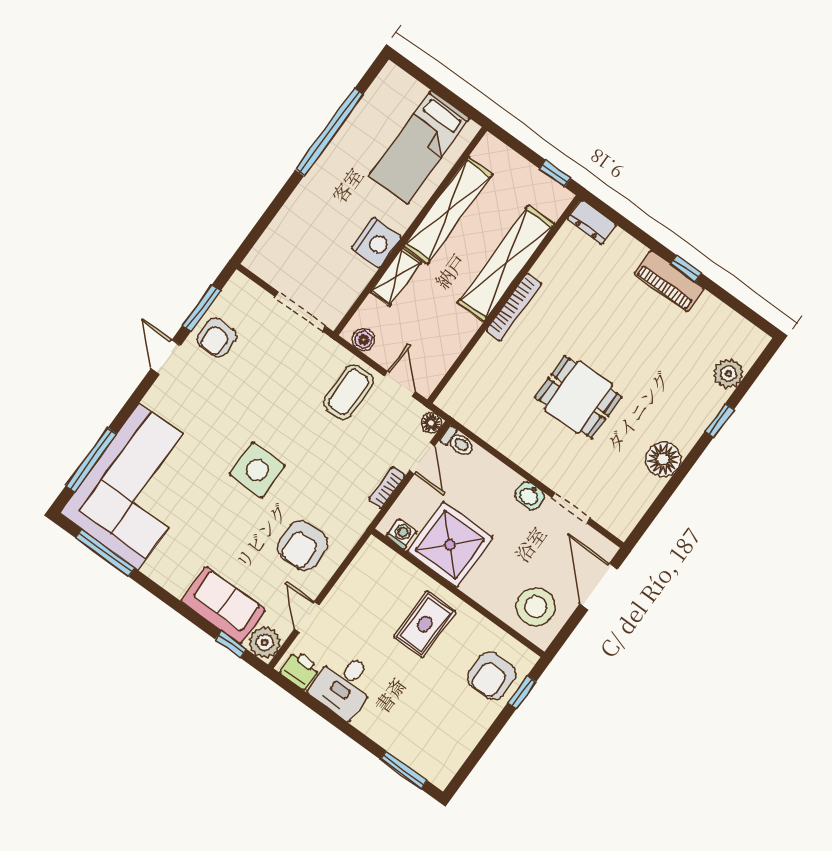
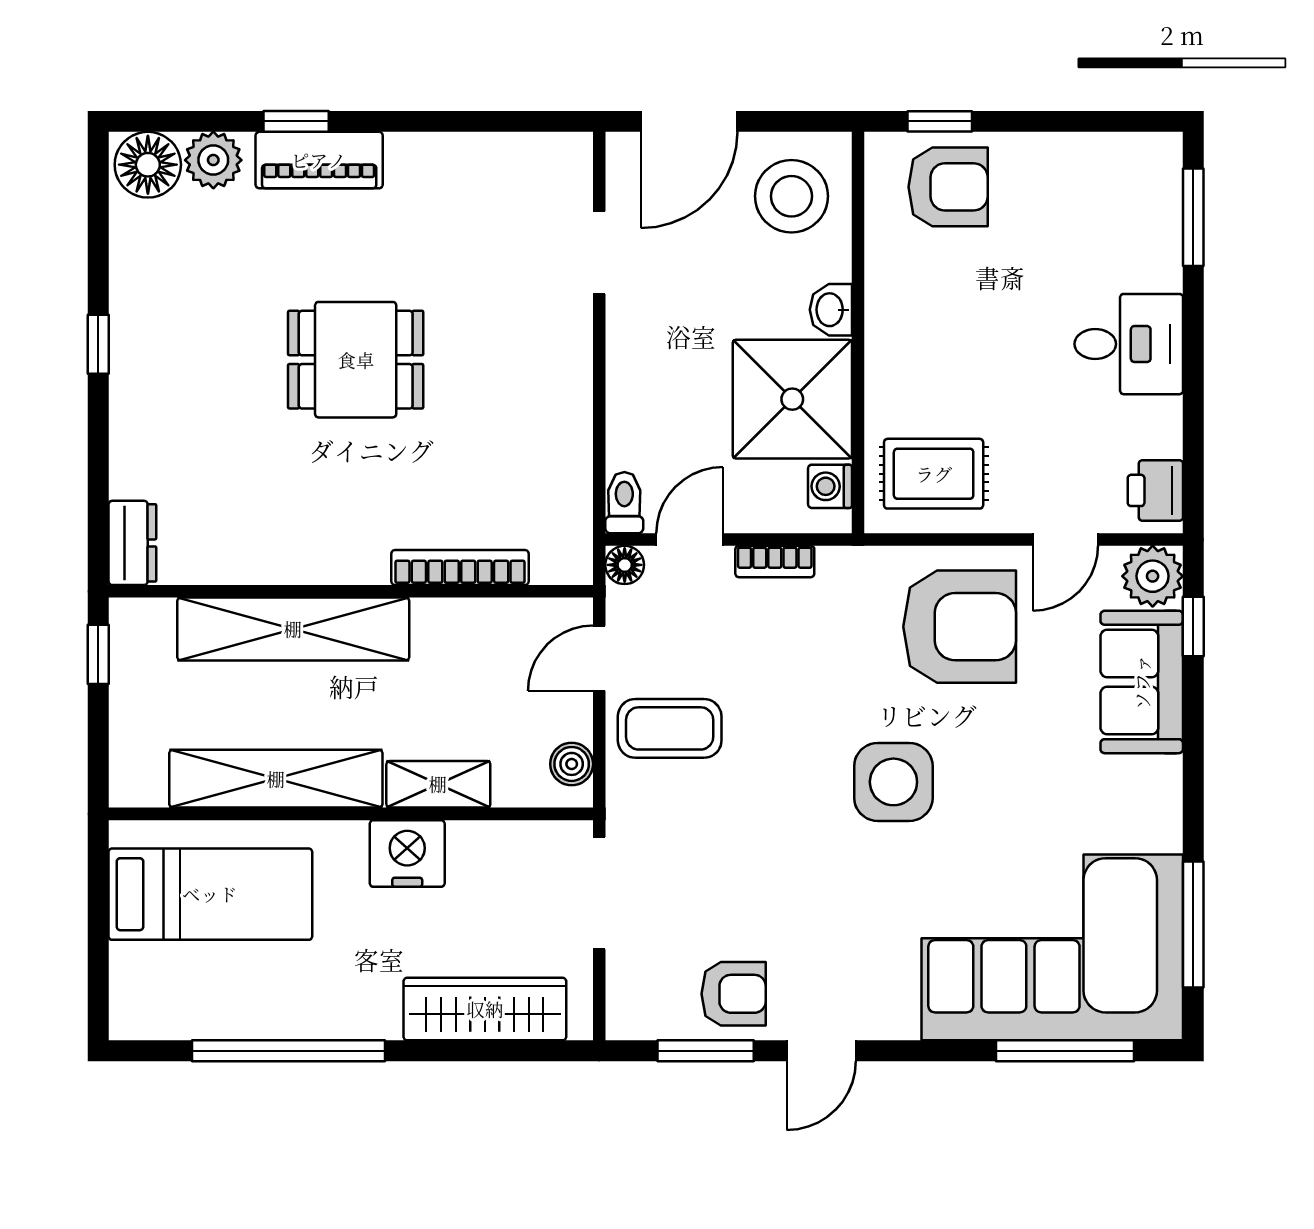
wardrobe: (287, 228) -> (485, 1009), added
piano: (669, 281) -> (319, 160), moved, turned 90
bookcase: (514, 307) -> (460, 568), moved
dining table: (578, 397) -> (356, 360), moved, turned 90
floor lamp: (663, 459) -> (148, 165), moved
washbasin: (530, 496) -> (831, 310), moved, turned 180
armchair: (303, 546) -> (960, 627), width x1.36, depth x1.36
rug: (425, 624) -> (934, 474), moved
desk: (344, 685) -> (1129, 344), moved

